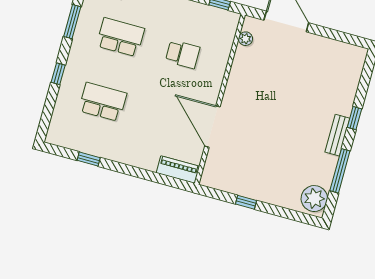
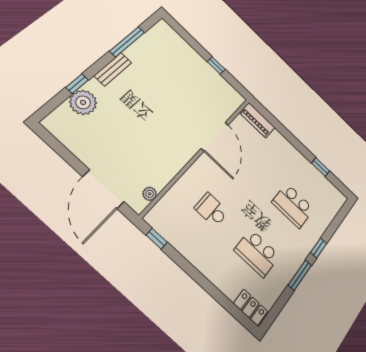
window: (72, 22) -> (300, 275), moved
window: (354, 118) -> (77, 84), moved
plant: (314, 199) -> (83, 102), moved

